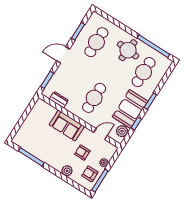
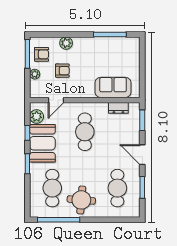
door: (63, 55) -> (142, 155), swing flipped
sofa: (67, 126) -> (113, 87), moved

